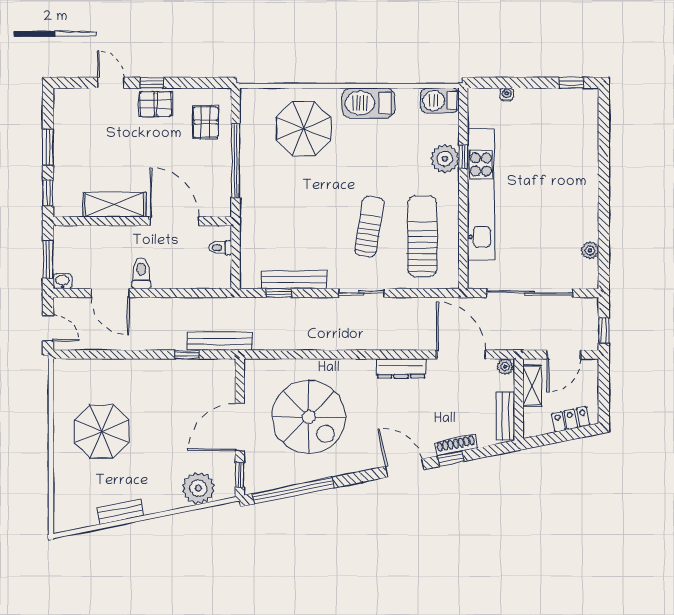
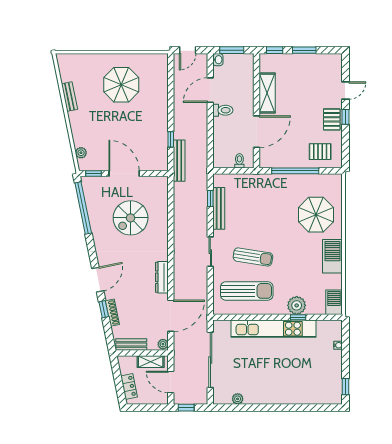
spiral stairs: (309, 417) -> (131, 218), width x0.73, depth x0.73
plant: (198, 488) -> (81, 153), width x0.53, depth x0.53

